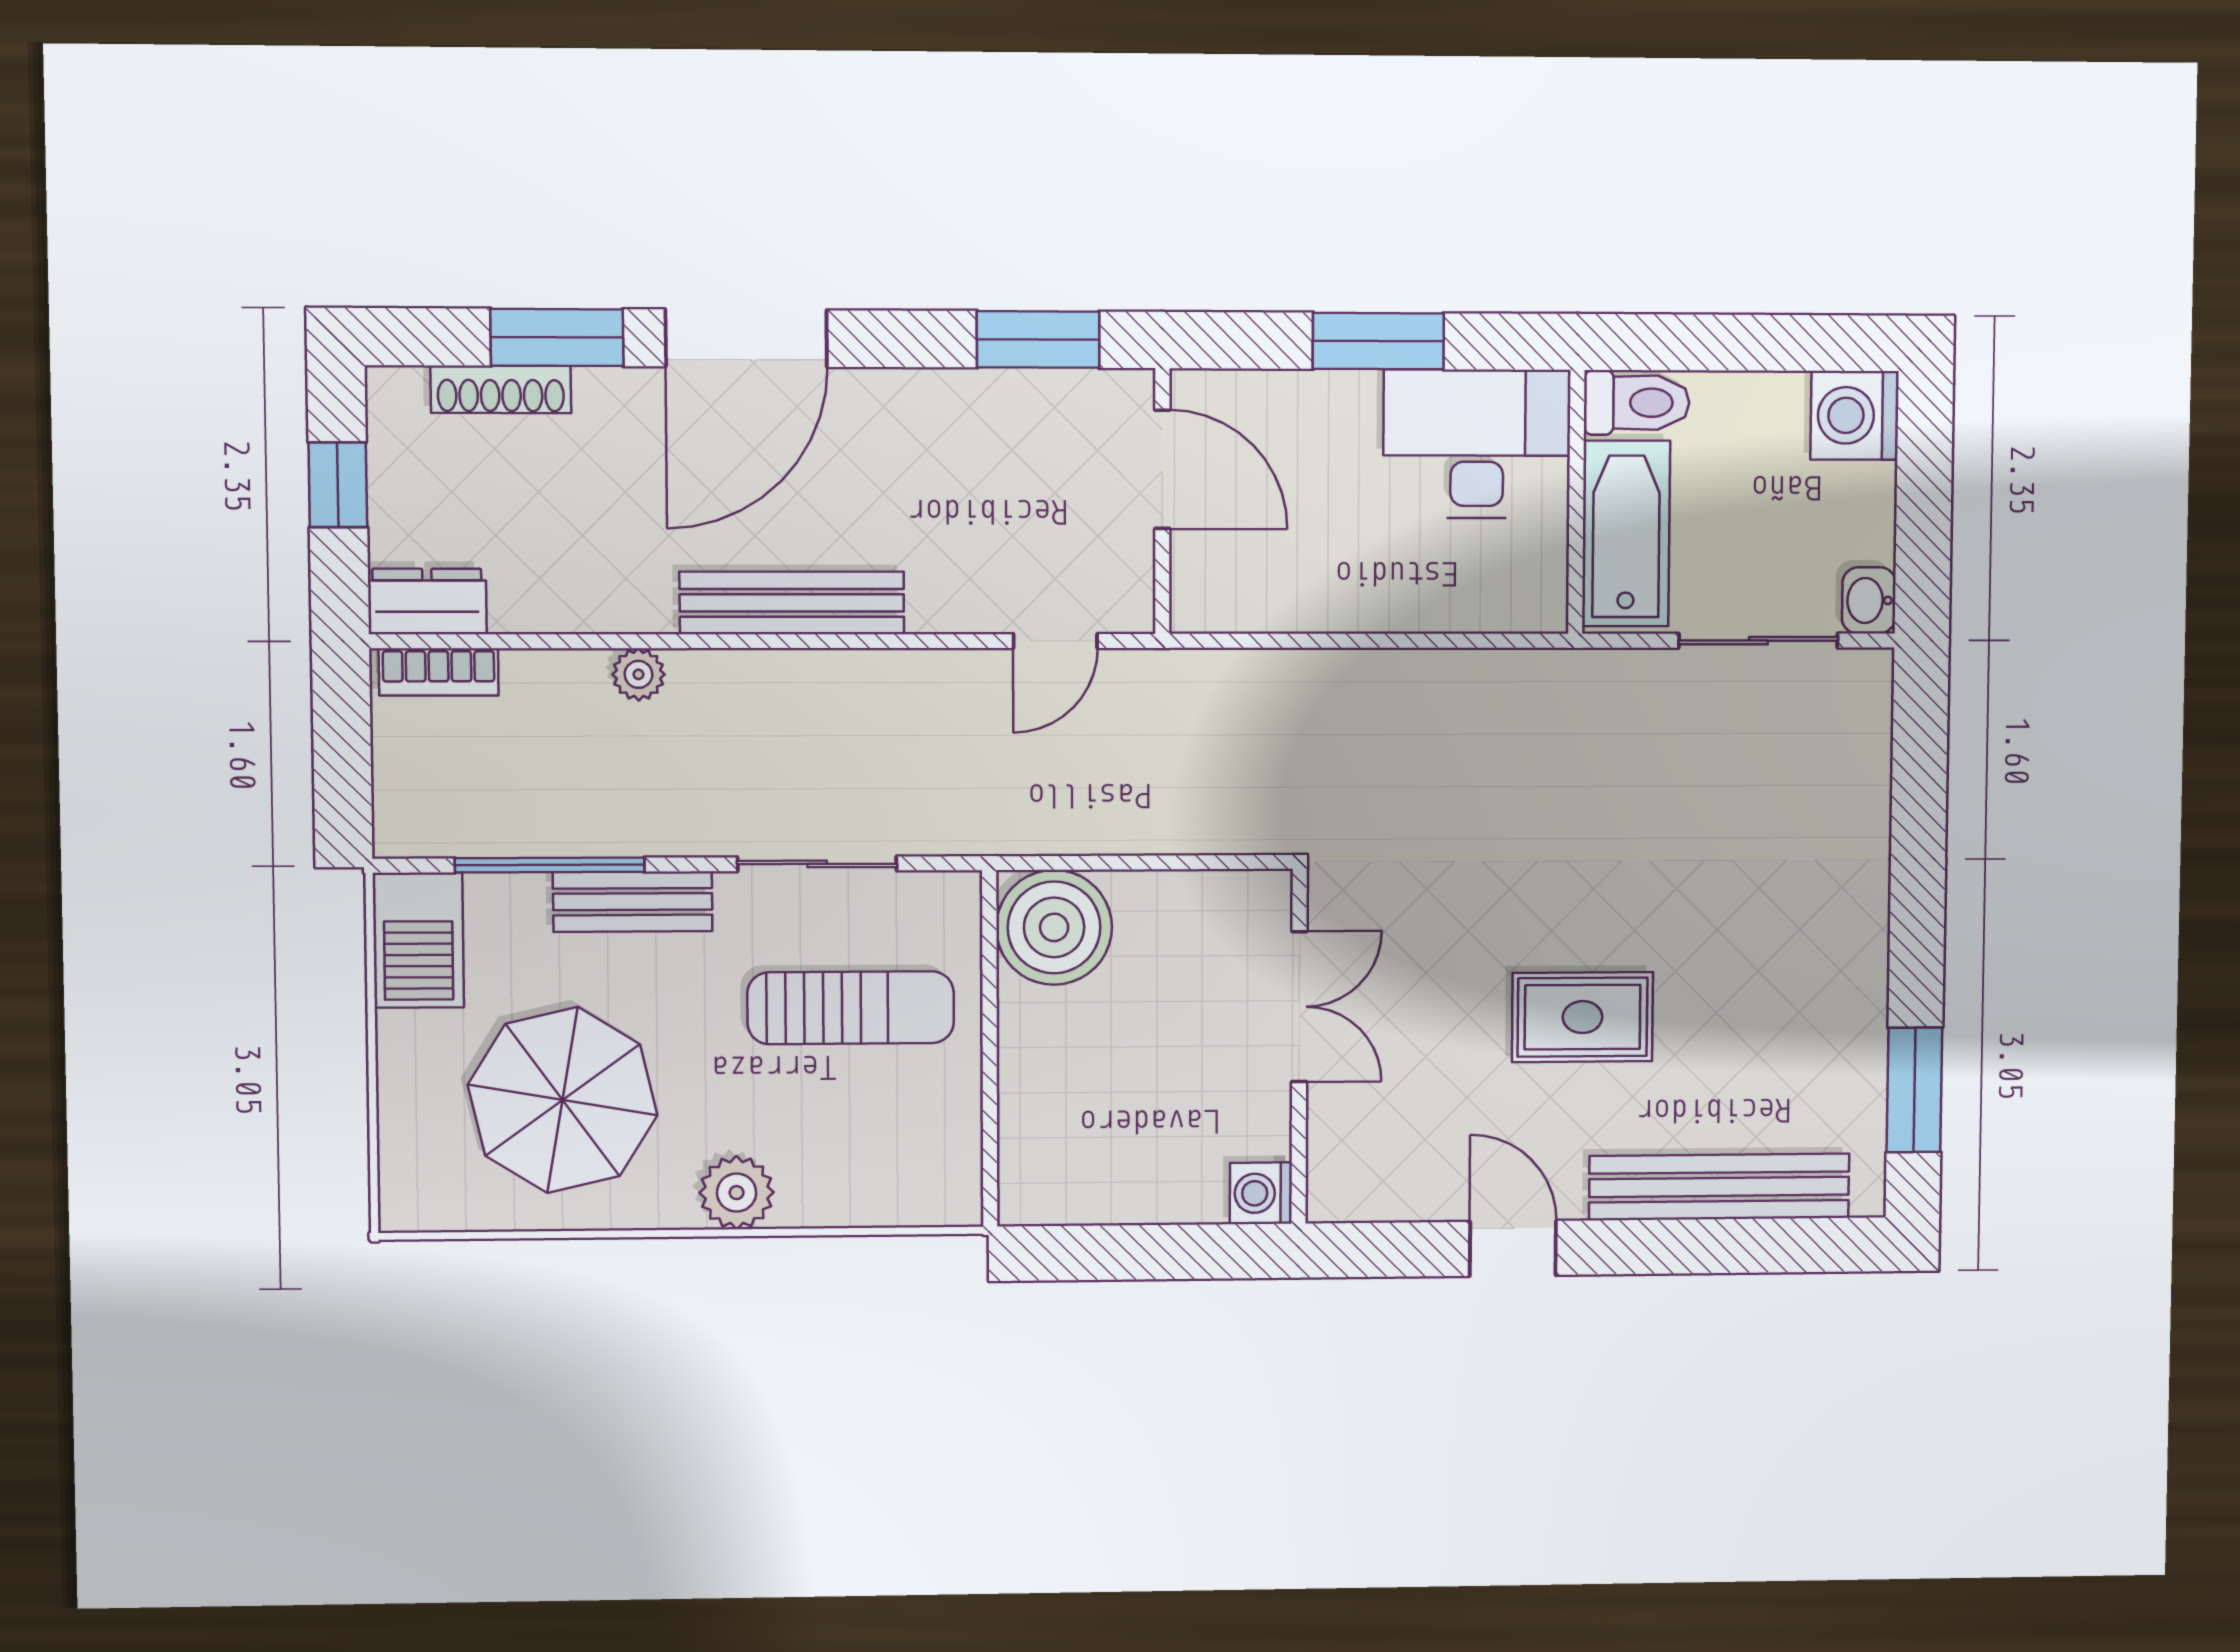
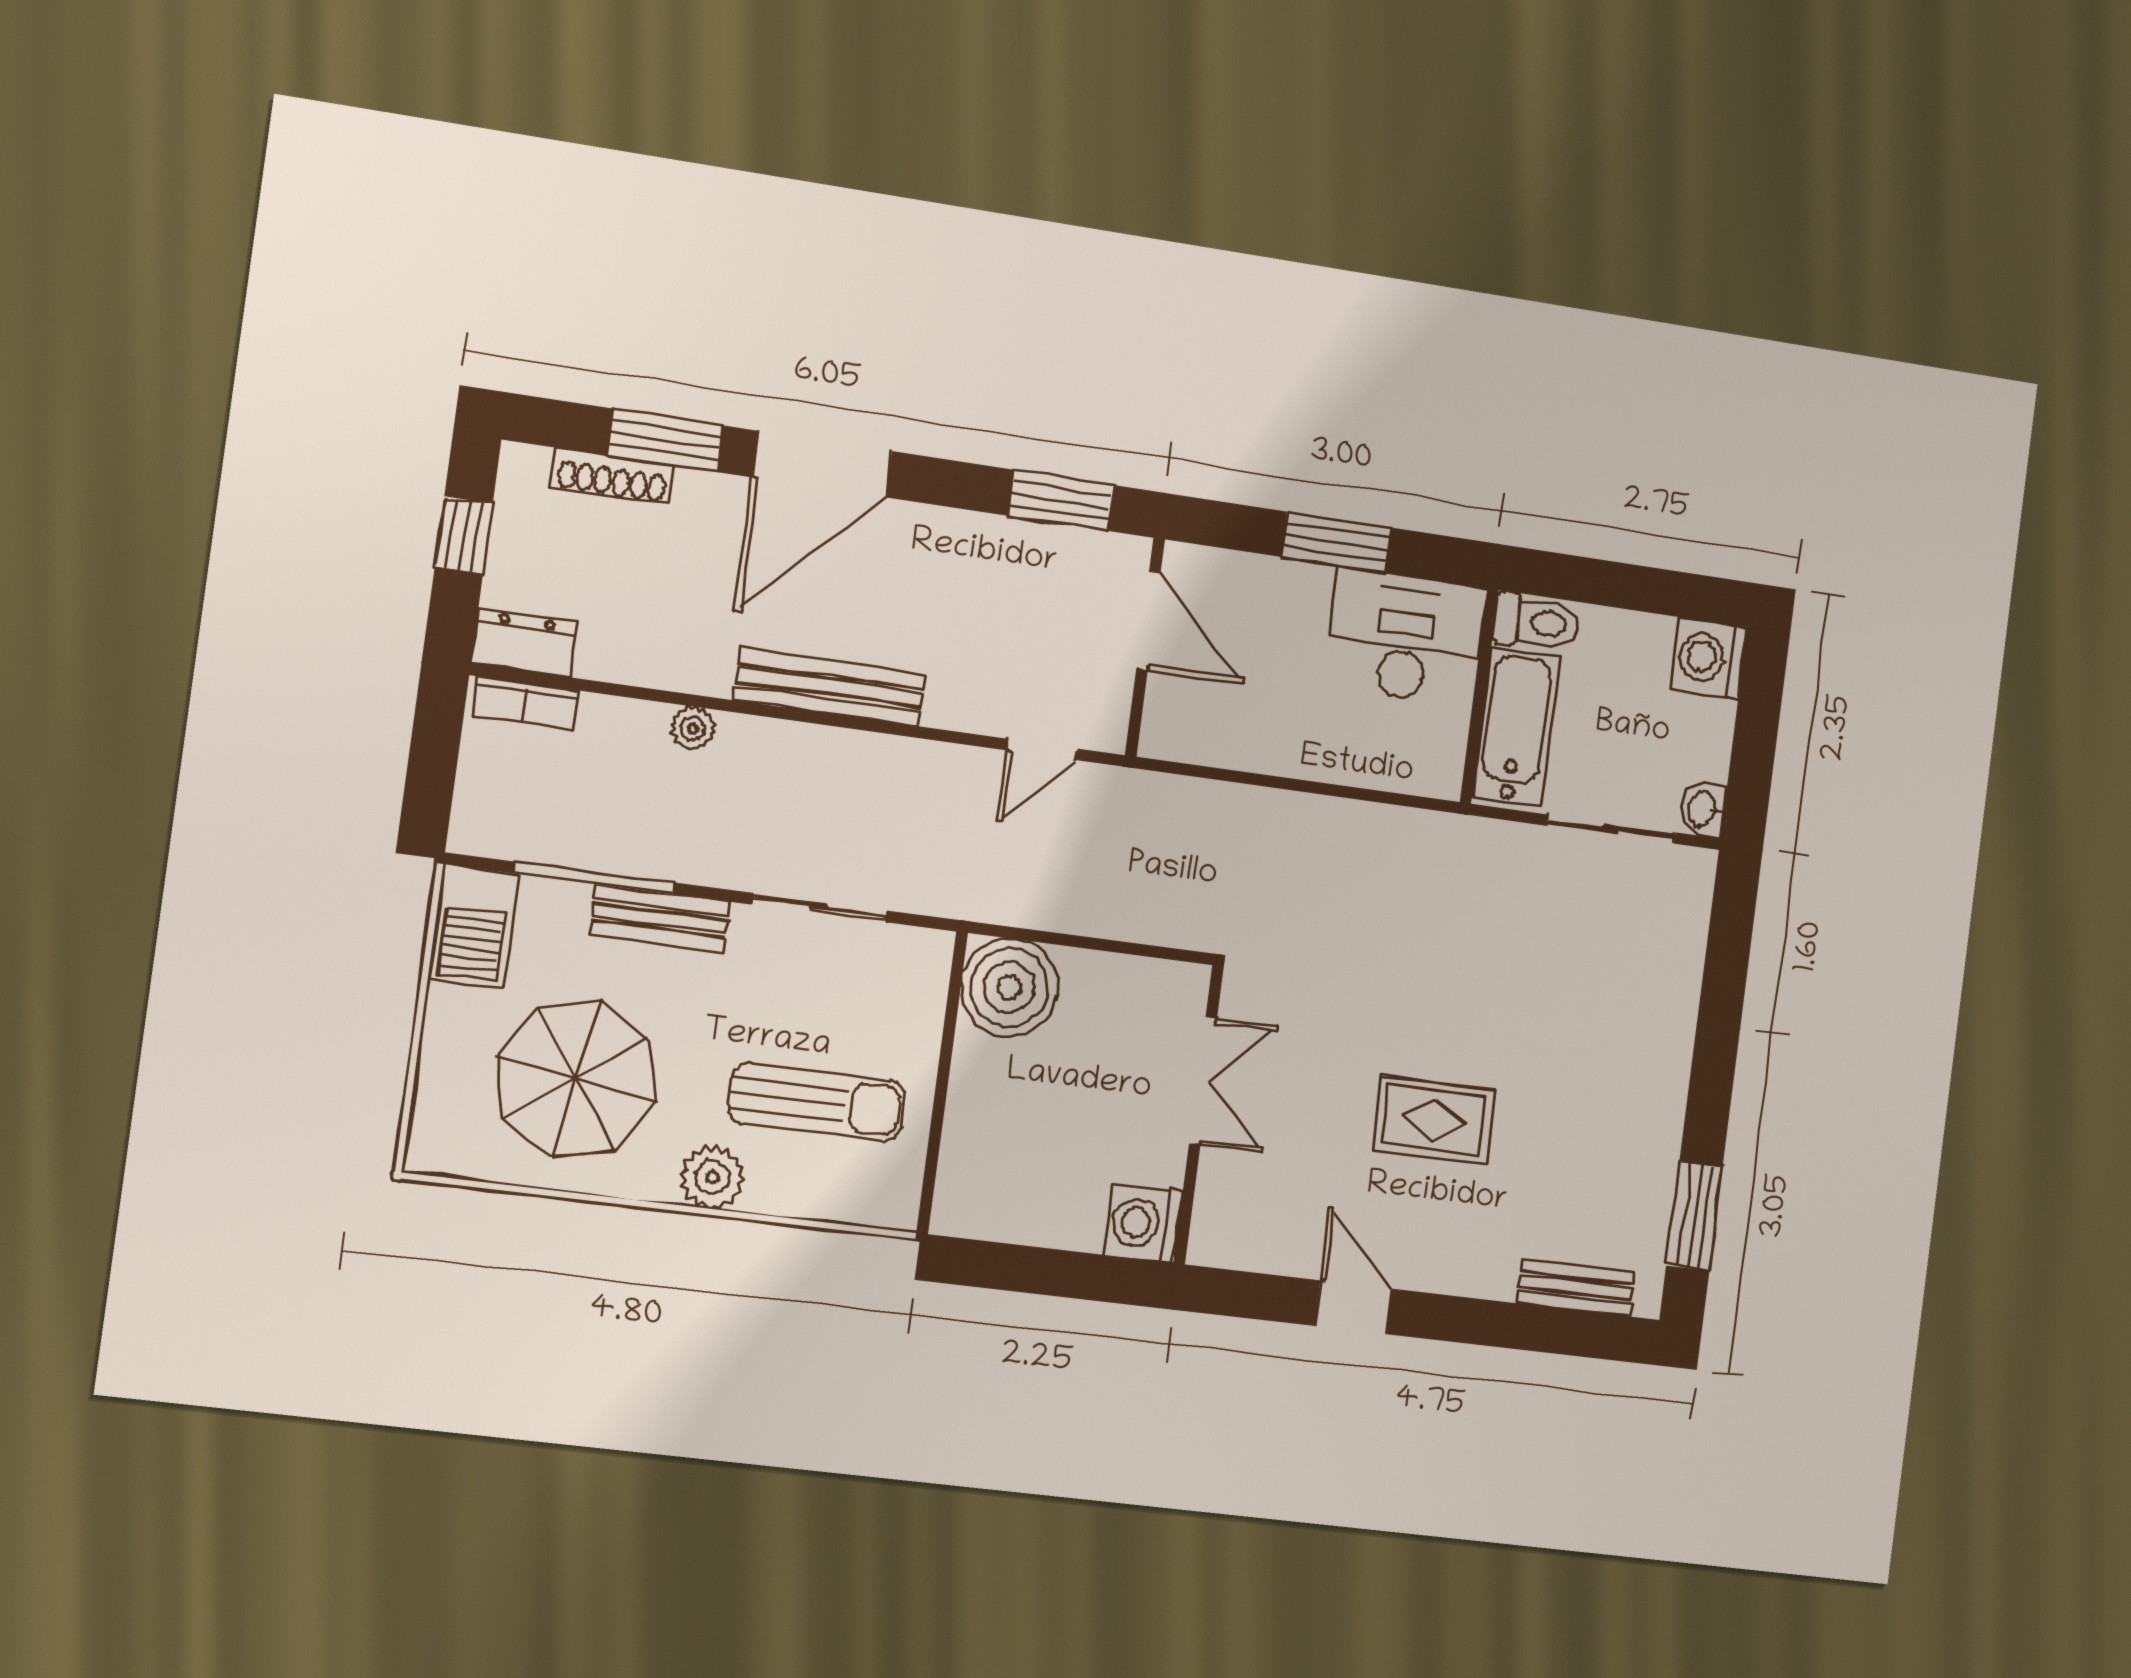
sun lounger: (851, 1008) -> (817, 1102), moved
bench: (1719, 1187) -> (1576, 1288), width x0.54, depth x0.82
washing machine: (1261, 1193) -> (1143, 1223), width x1.38, depth x1.38

